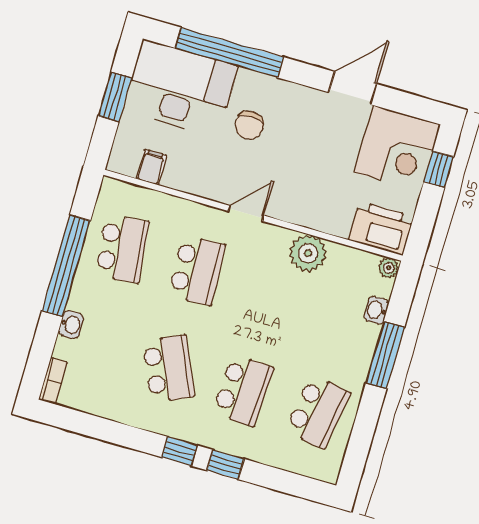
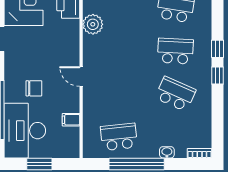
filing cabinet: (152, 167) -> (71, 120), moved
plant: (308, 253) -> (93, 24), moved
school desk: (197, 270) -> (119, 94), removed
school desk: (168, 369) -> (175, 94), turned 48

